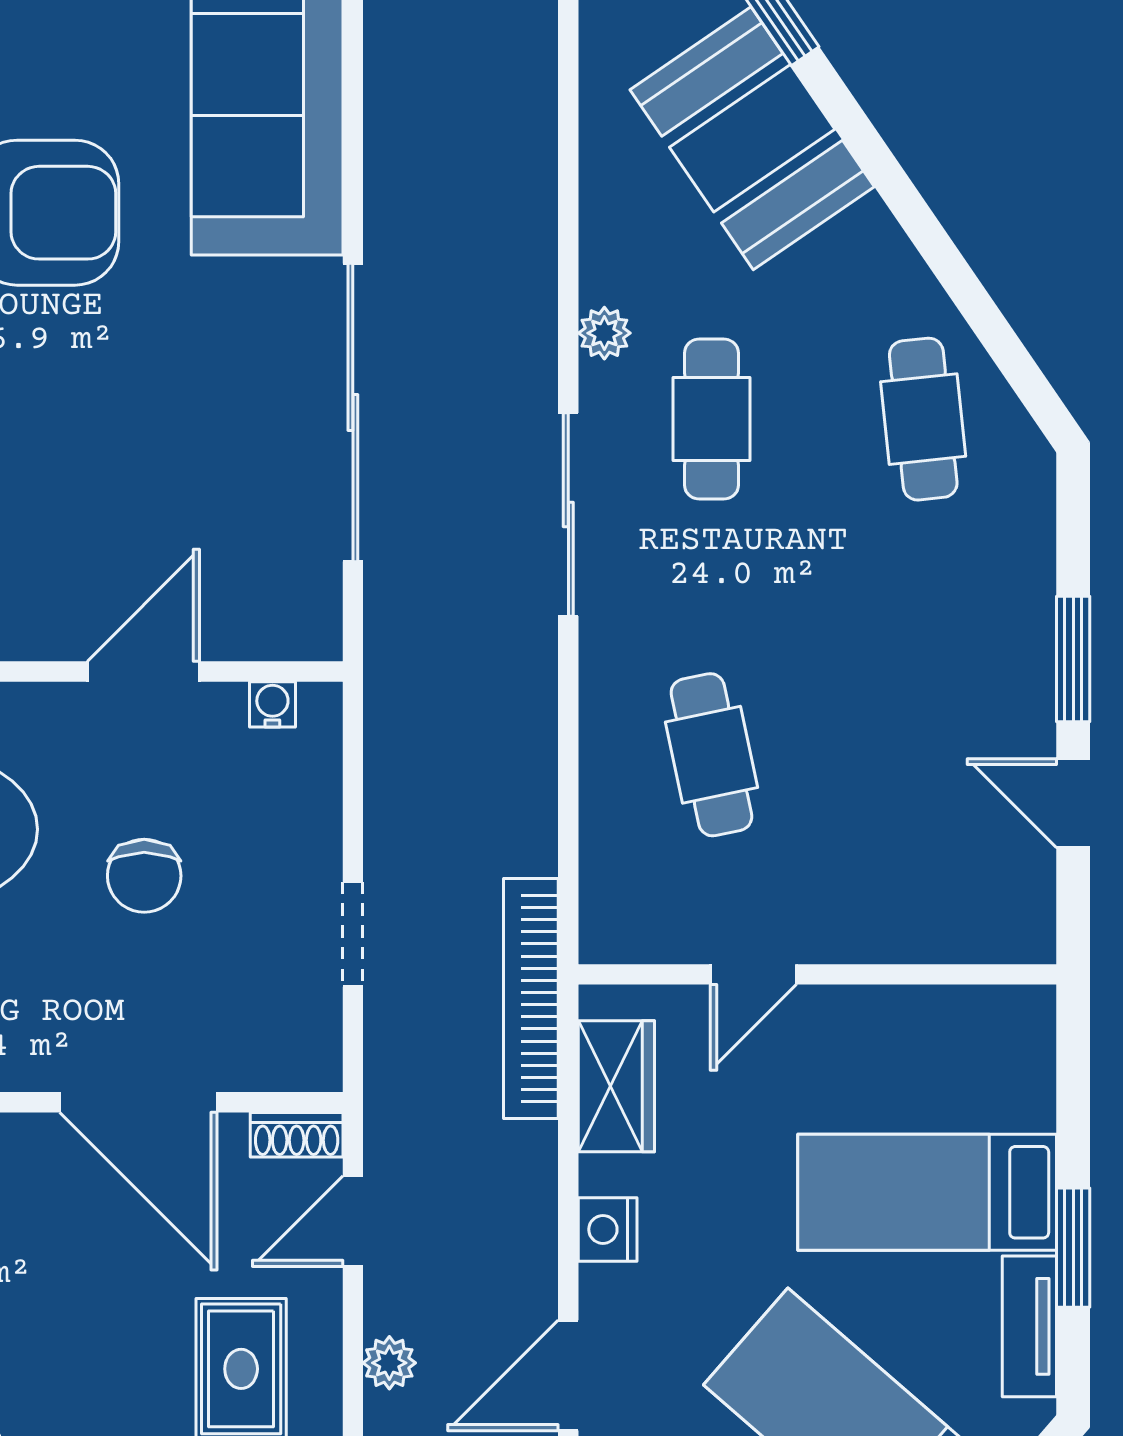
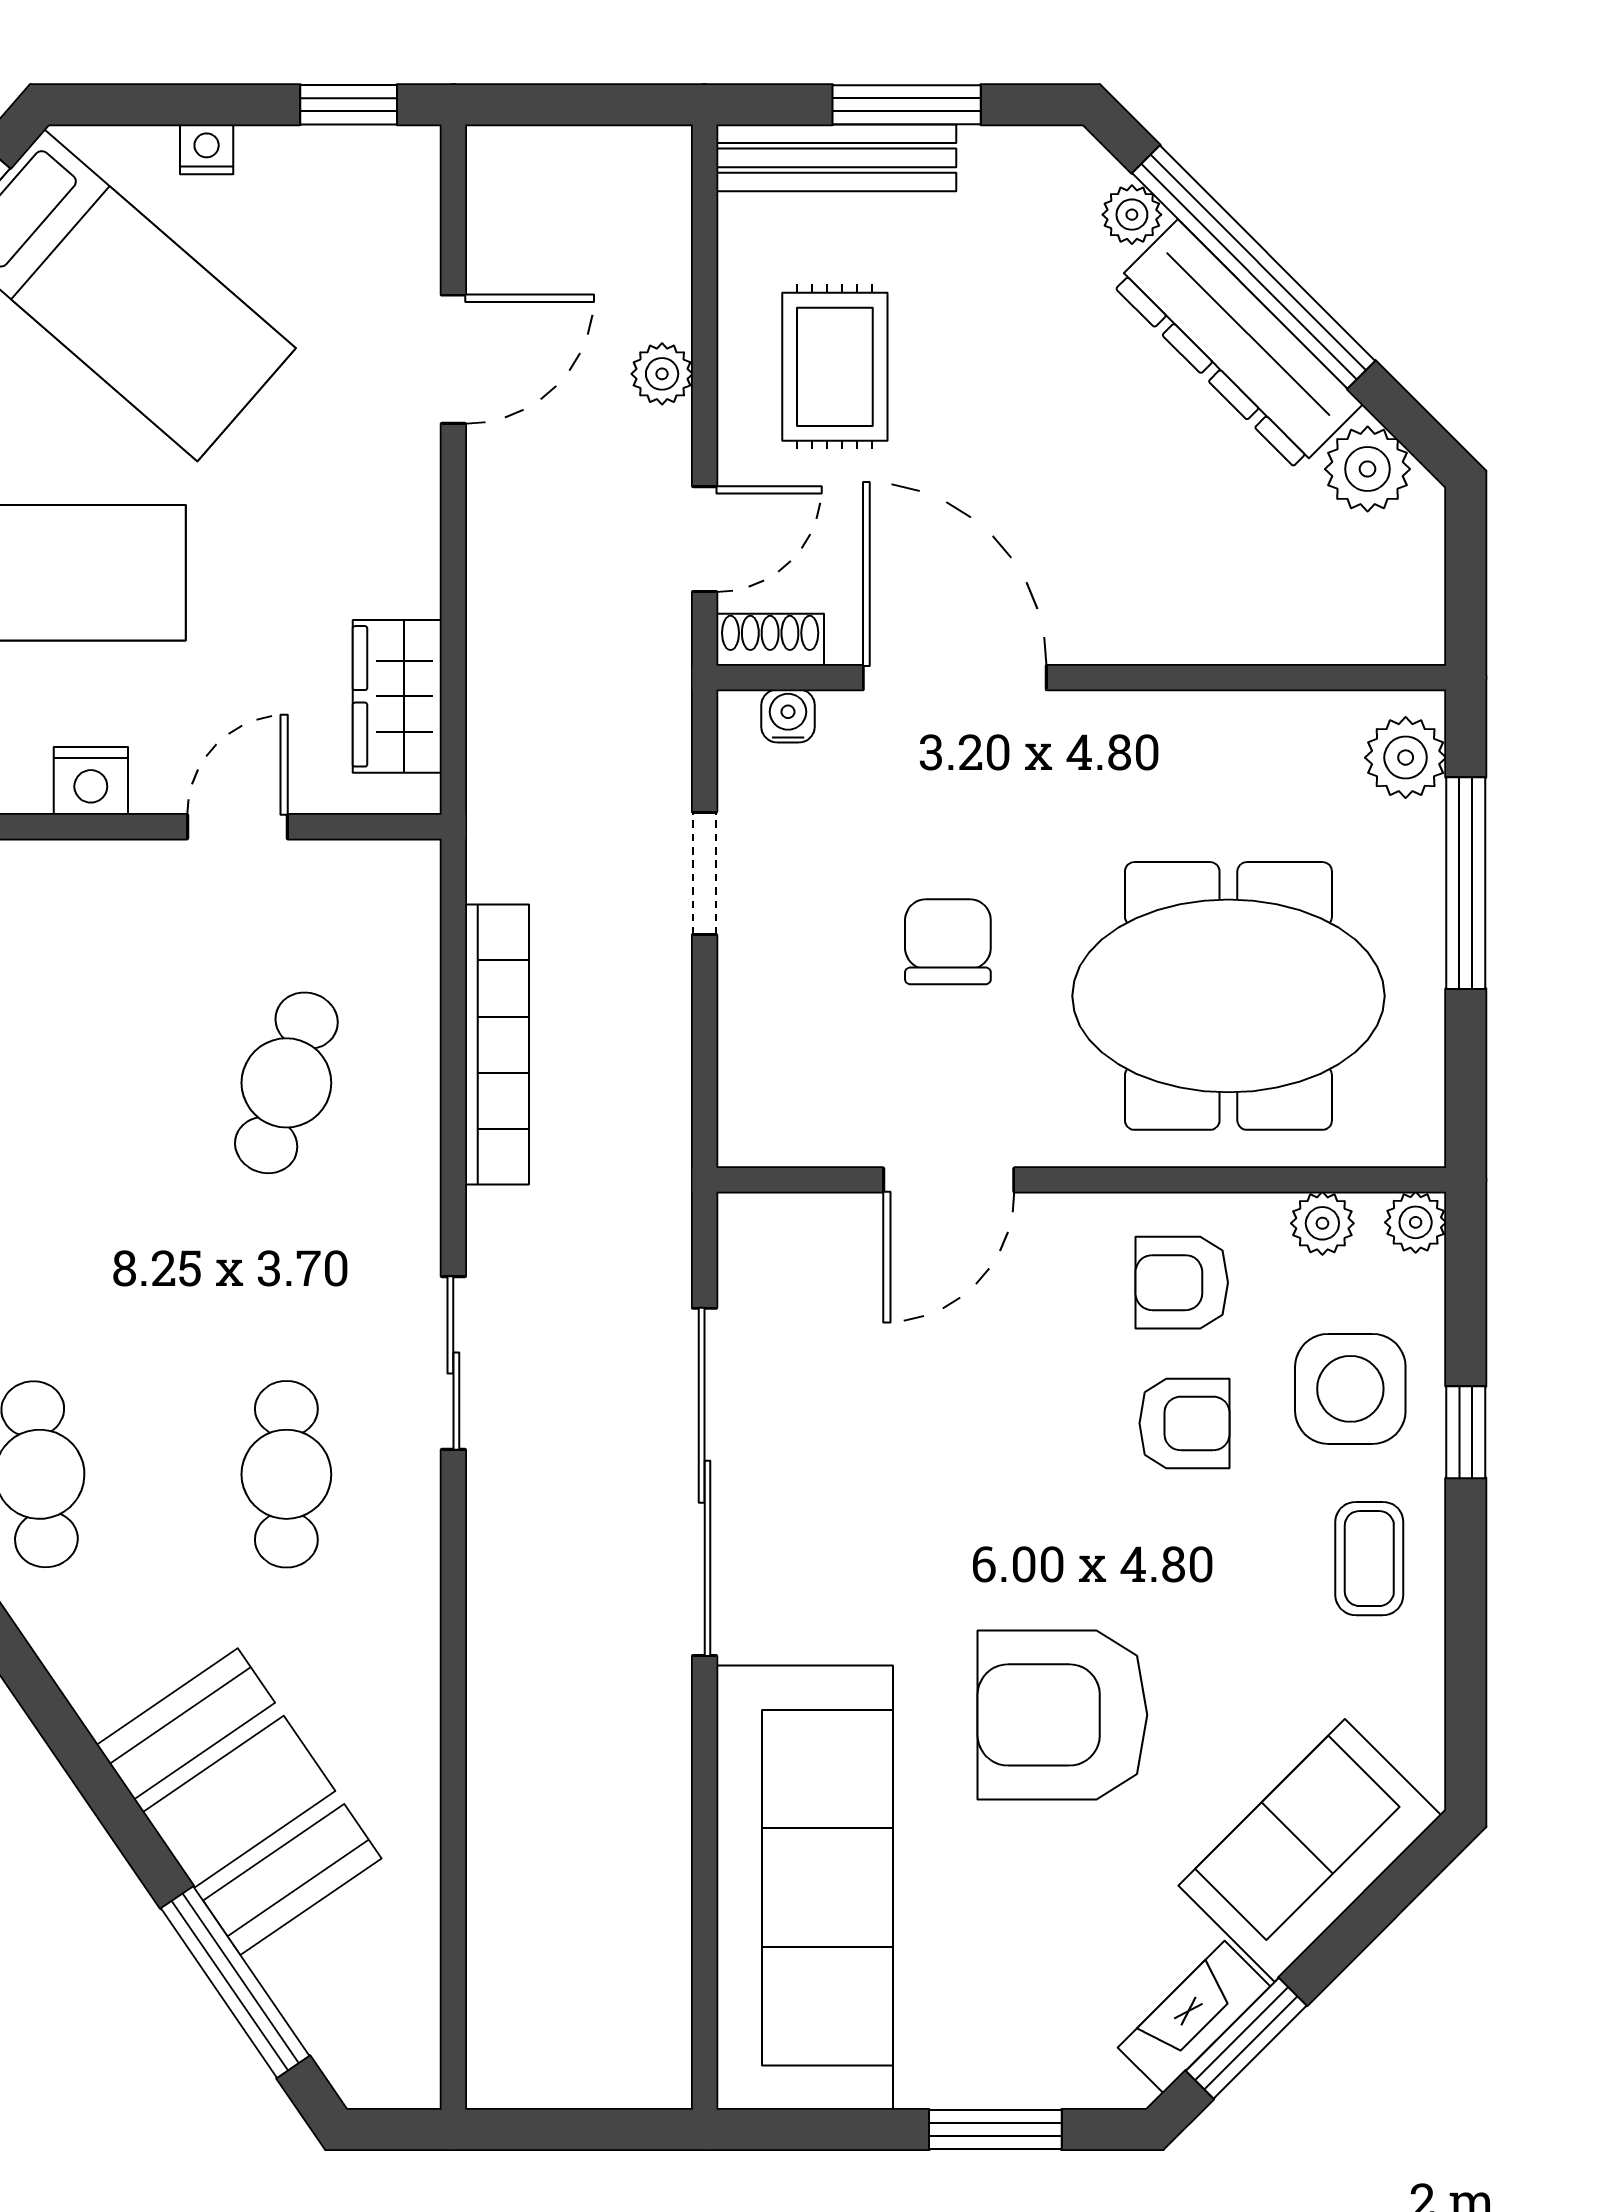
plant: (604, 333) -> (411, 1575), removed
sliding door: (568, 514) -> (453, 1363), width x0.73
water cooler: (272, 704) -> (788, 716), moved, turned 180
cafe table: (711, 755) -> (286, 1083), turned 30
bookcase: (531, 999) -> (497, 1045), moved
nightstand: (608, 1229) -> (91, 781), moved, turned 90

